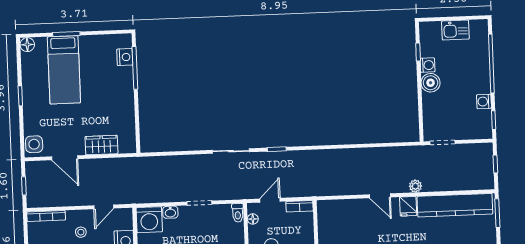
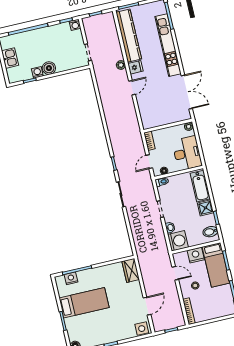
bed: (64, 70) -> (84, 303), moved
washing machine: (484, 101) -> (75, 25), moved
wardrobe: (101, 145) -> (131, 270), moved
door: (270, 200) -> (149, 162), hinge flipped

